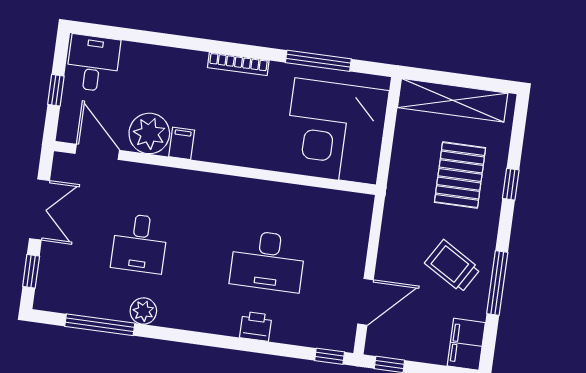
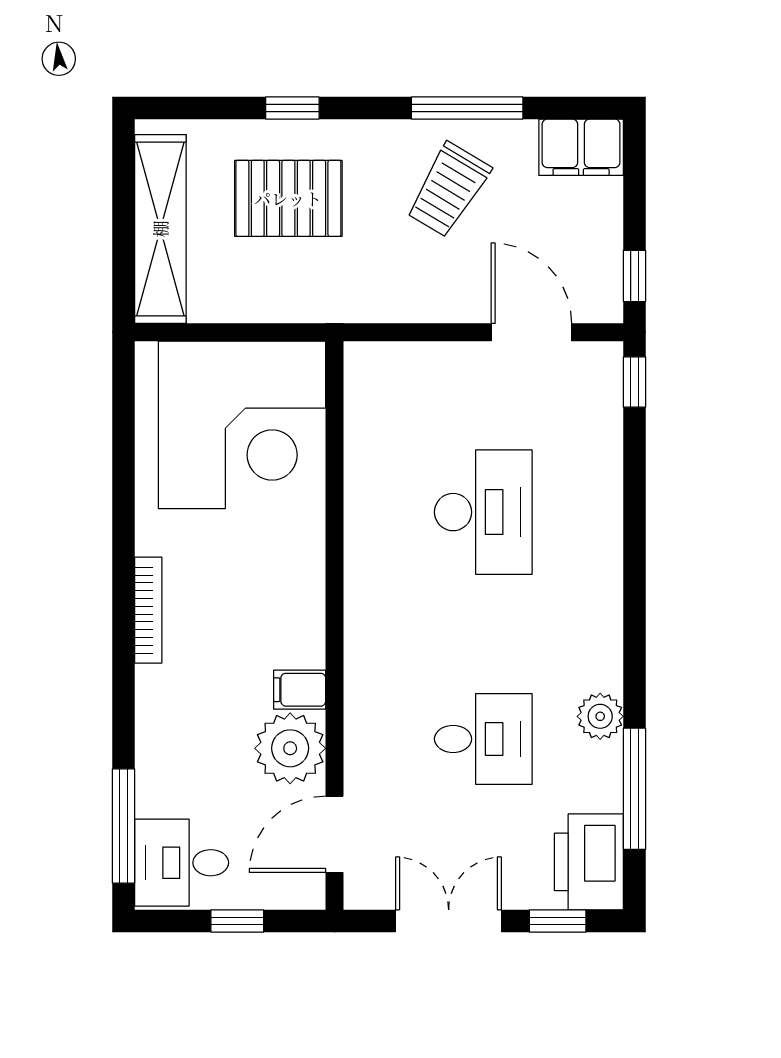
window: (318, 61) -> (124, 826), moved
printer: (256, 326) -> (589, 862), moved, width x1.87, depth x1.48

